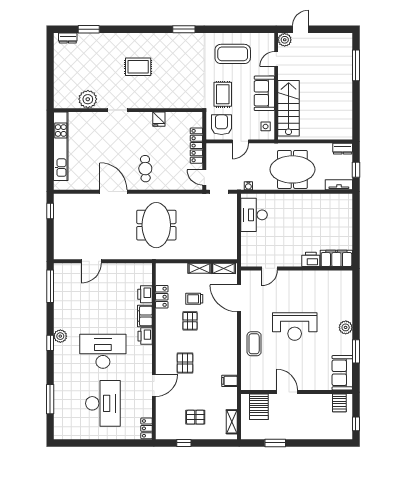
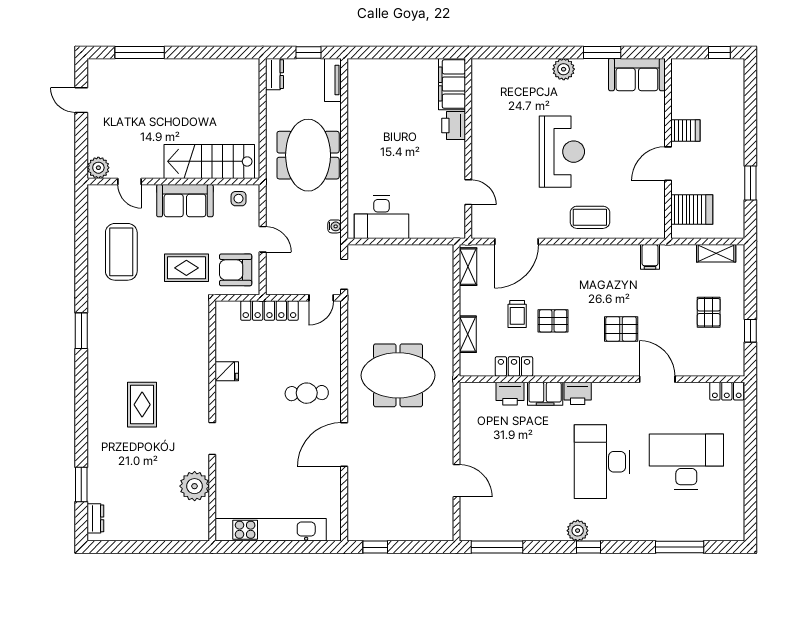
door: (300, 29) -> (81, 100), moved
shelving: (199, 268) -> (468, 334), moved
server rack: (339, 403) -> (685, 131), moved

